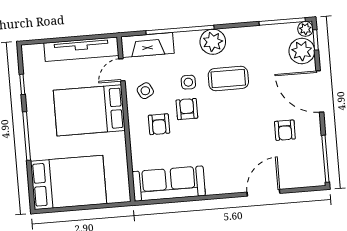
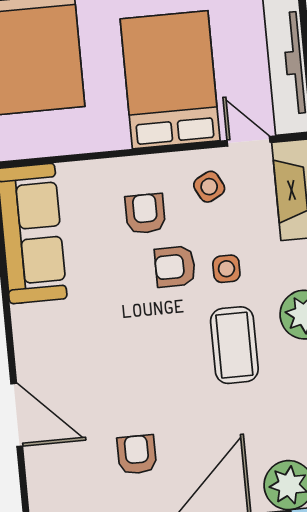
armchair: (187, 109) -> (175, 267), turned 180
armchair: (159, 124) -> (145, 214), turned 90
armchair: (285, 130) -> (137, 455), turned 90

